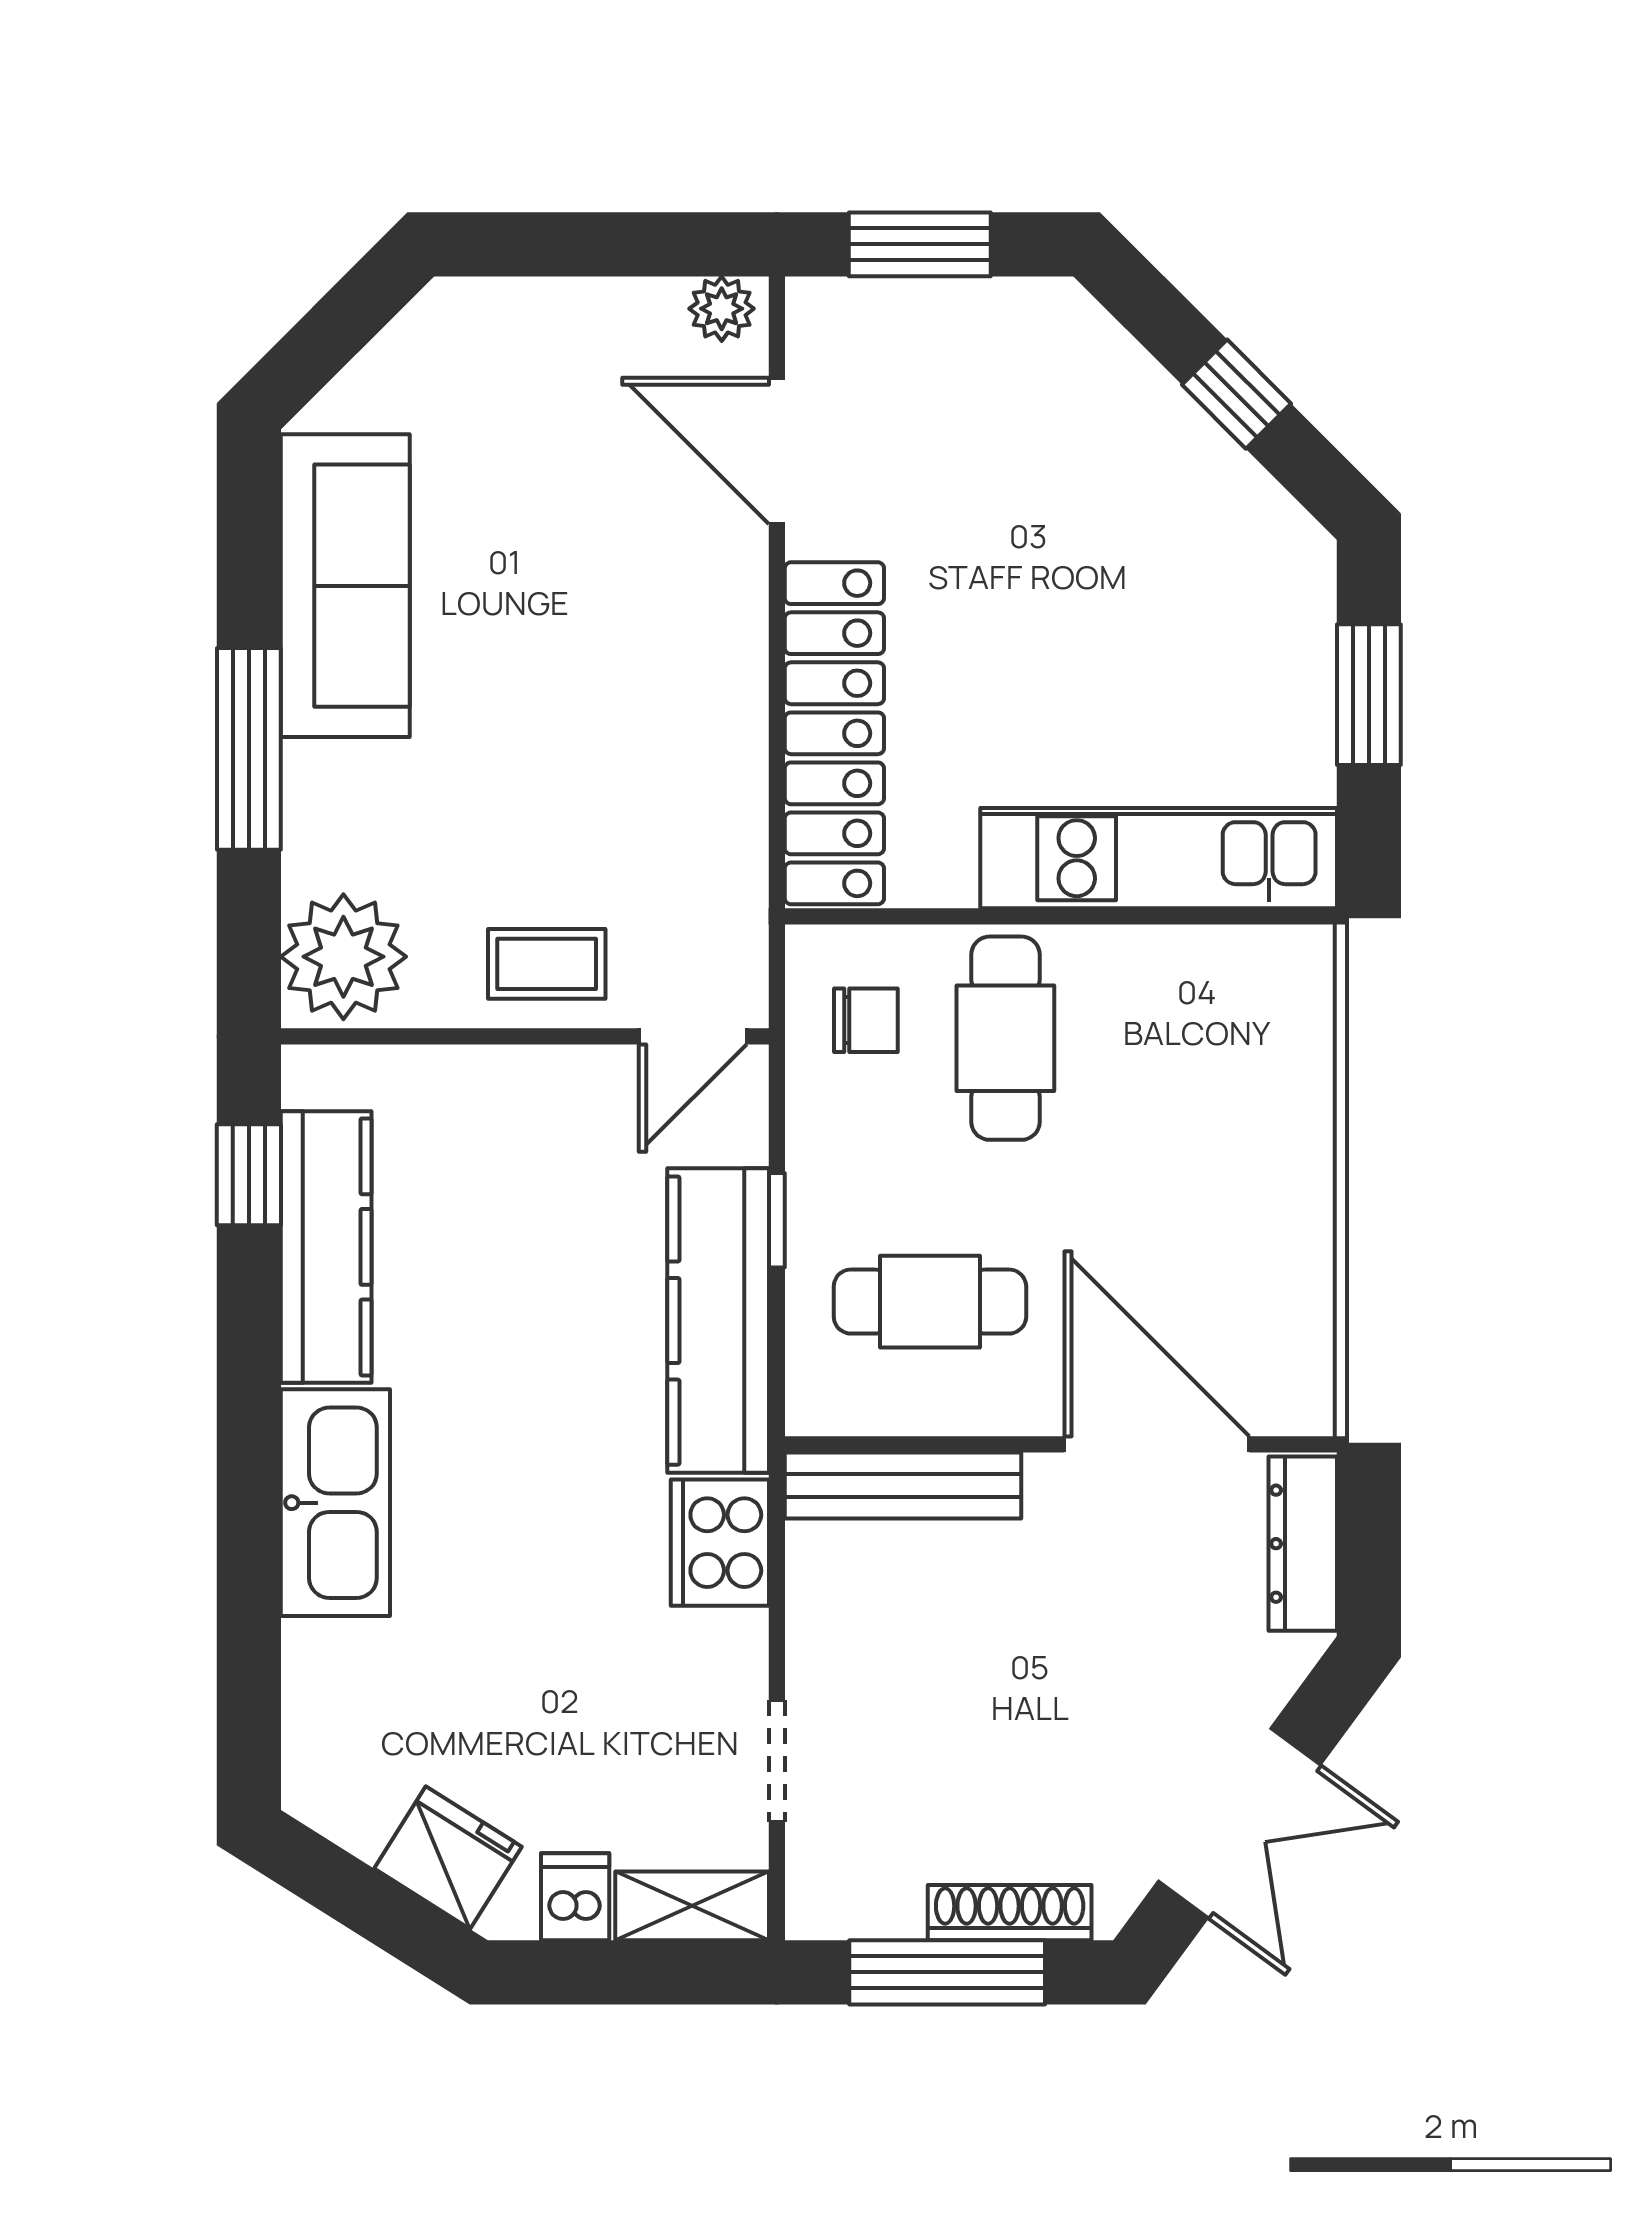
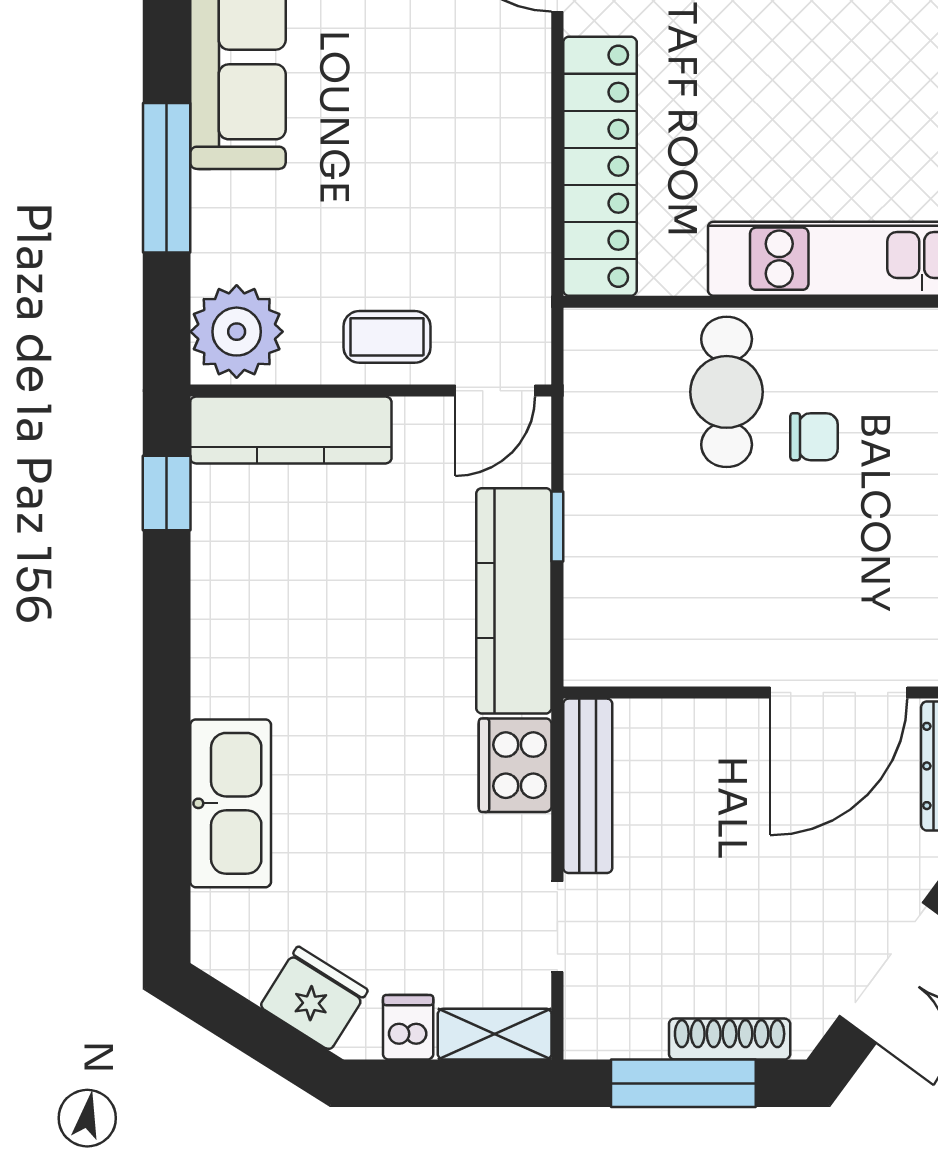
chair: (866, 1020) -> (814, 437), moved
kitchen counter: (326, 1247) -> (291, 430), moved, turned 90
cafe table: (930, 1302) -> (671, 587), removed
door: (1157, 1444) -> (839, 693), swing flipped
bench: (903, 1486) -> (588, 786), moved, turned 90
kitchen sink: (335, 1503) -> (231, 803), moved

